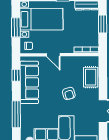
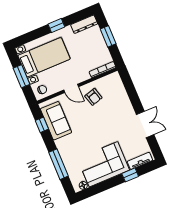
rug: (91, 77) -> (118, 95), removed
sofa: (29, 82) -> (56, 121), width x0.73
armchair: (69, 93) -> (93, 97), moved

